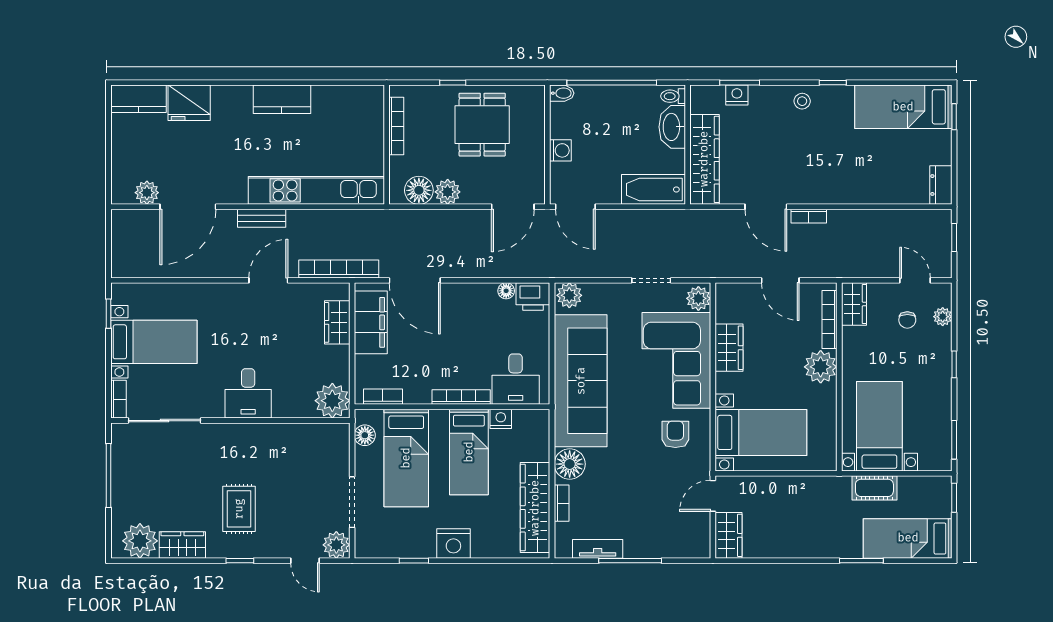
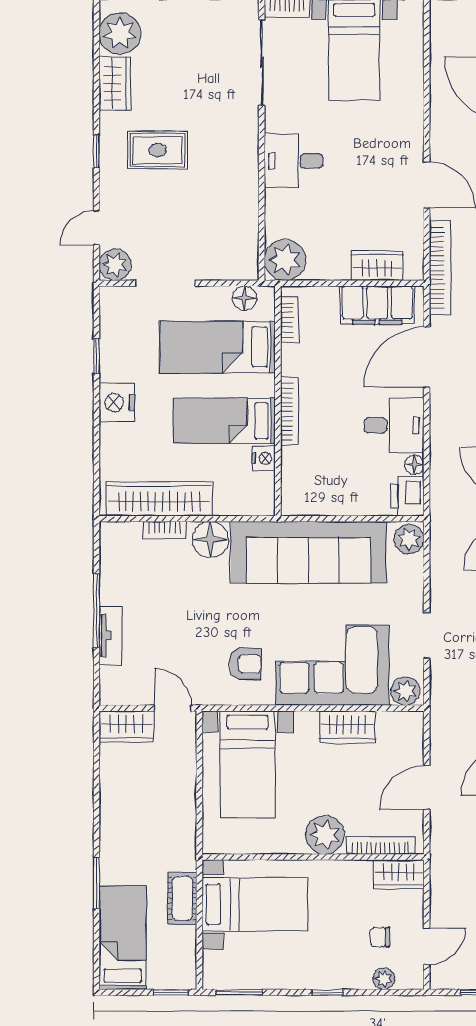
desk: (516, 379) -> (394, 425), moved, turned 180
tv unit: (598, 549) -> (111, 635), moved

